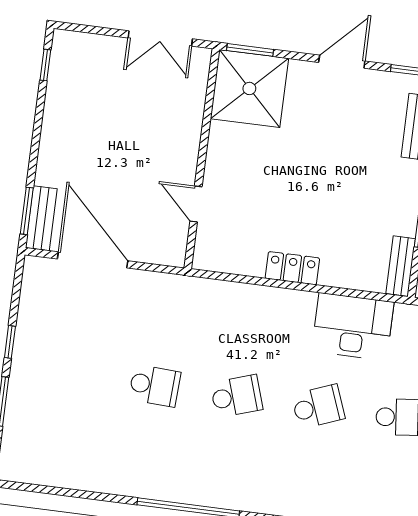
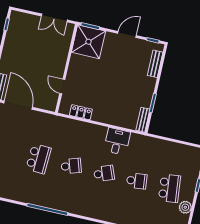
locker: (292, 268) -> (81, 112), moved
desk: (353, 327) -> (117, 141), width x0.73
school desk: (155, 386) -> (38, 159), width x1.85

